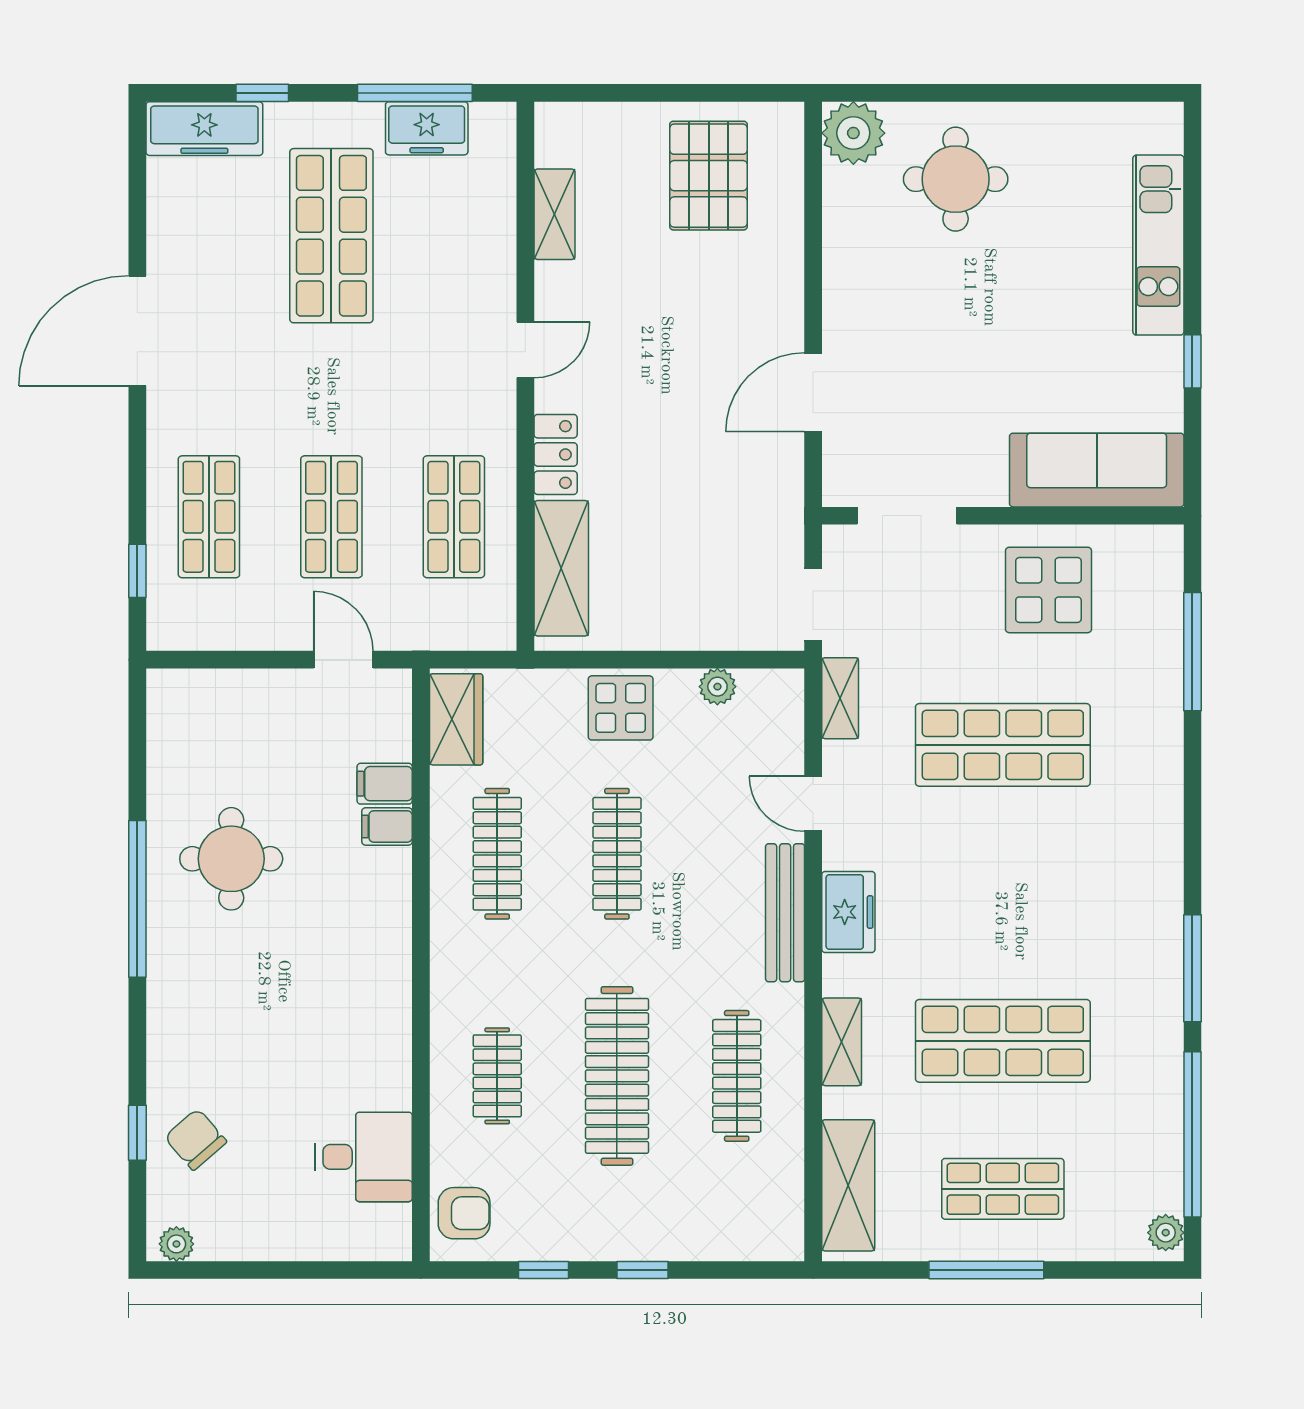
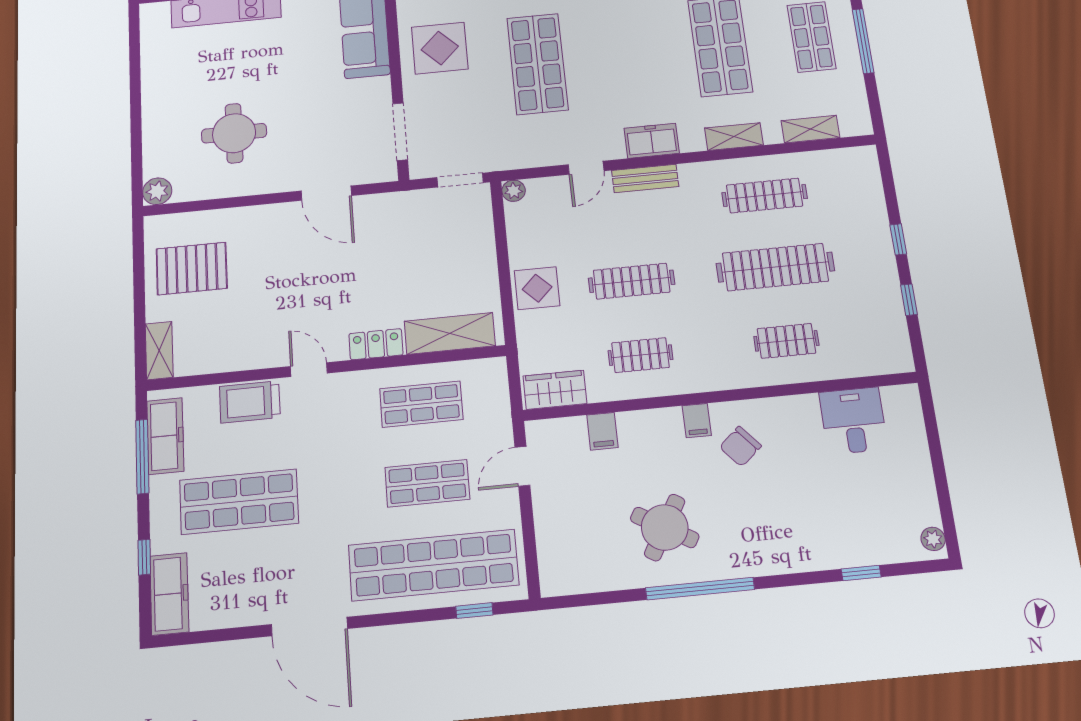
freezer: (427, 128) -> (165, 436), width x1.40
plant: (853, 133) -> (157, 191), width x0.73, depth x0.73
round table: (956, 179) -> (234, 133), moved
shelving: (555, 214) -> (159, 351), moved, turned 90
trolley: (484, 258) -> (250, 402), added
shop shelf: (209, 517) -> (433, 565), width x2.00, depth x1.36
plant: (717, 687) -> (514, 191), moved
shelving: (840, 698) -> (518, 159), removed
filing cabinet: (387, 826) -> (697, 421), moved
clothes rail: (497, 854) -> (640, 355), width x0.73
round table: (231, 859) -> (665, 527), turned 30
bench: (785, 913) -> (645, 178), width x0.73
chair: (195, 1139) -> (740, 446), moved
shelving: (848, 1185) -> (810, 129), width x0.67, depth x0.75
armchair: (464, 1213) -> (880, 353), removed

